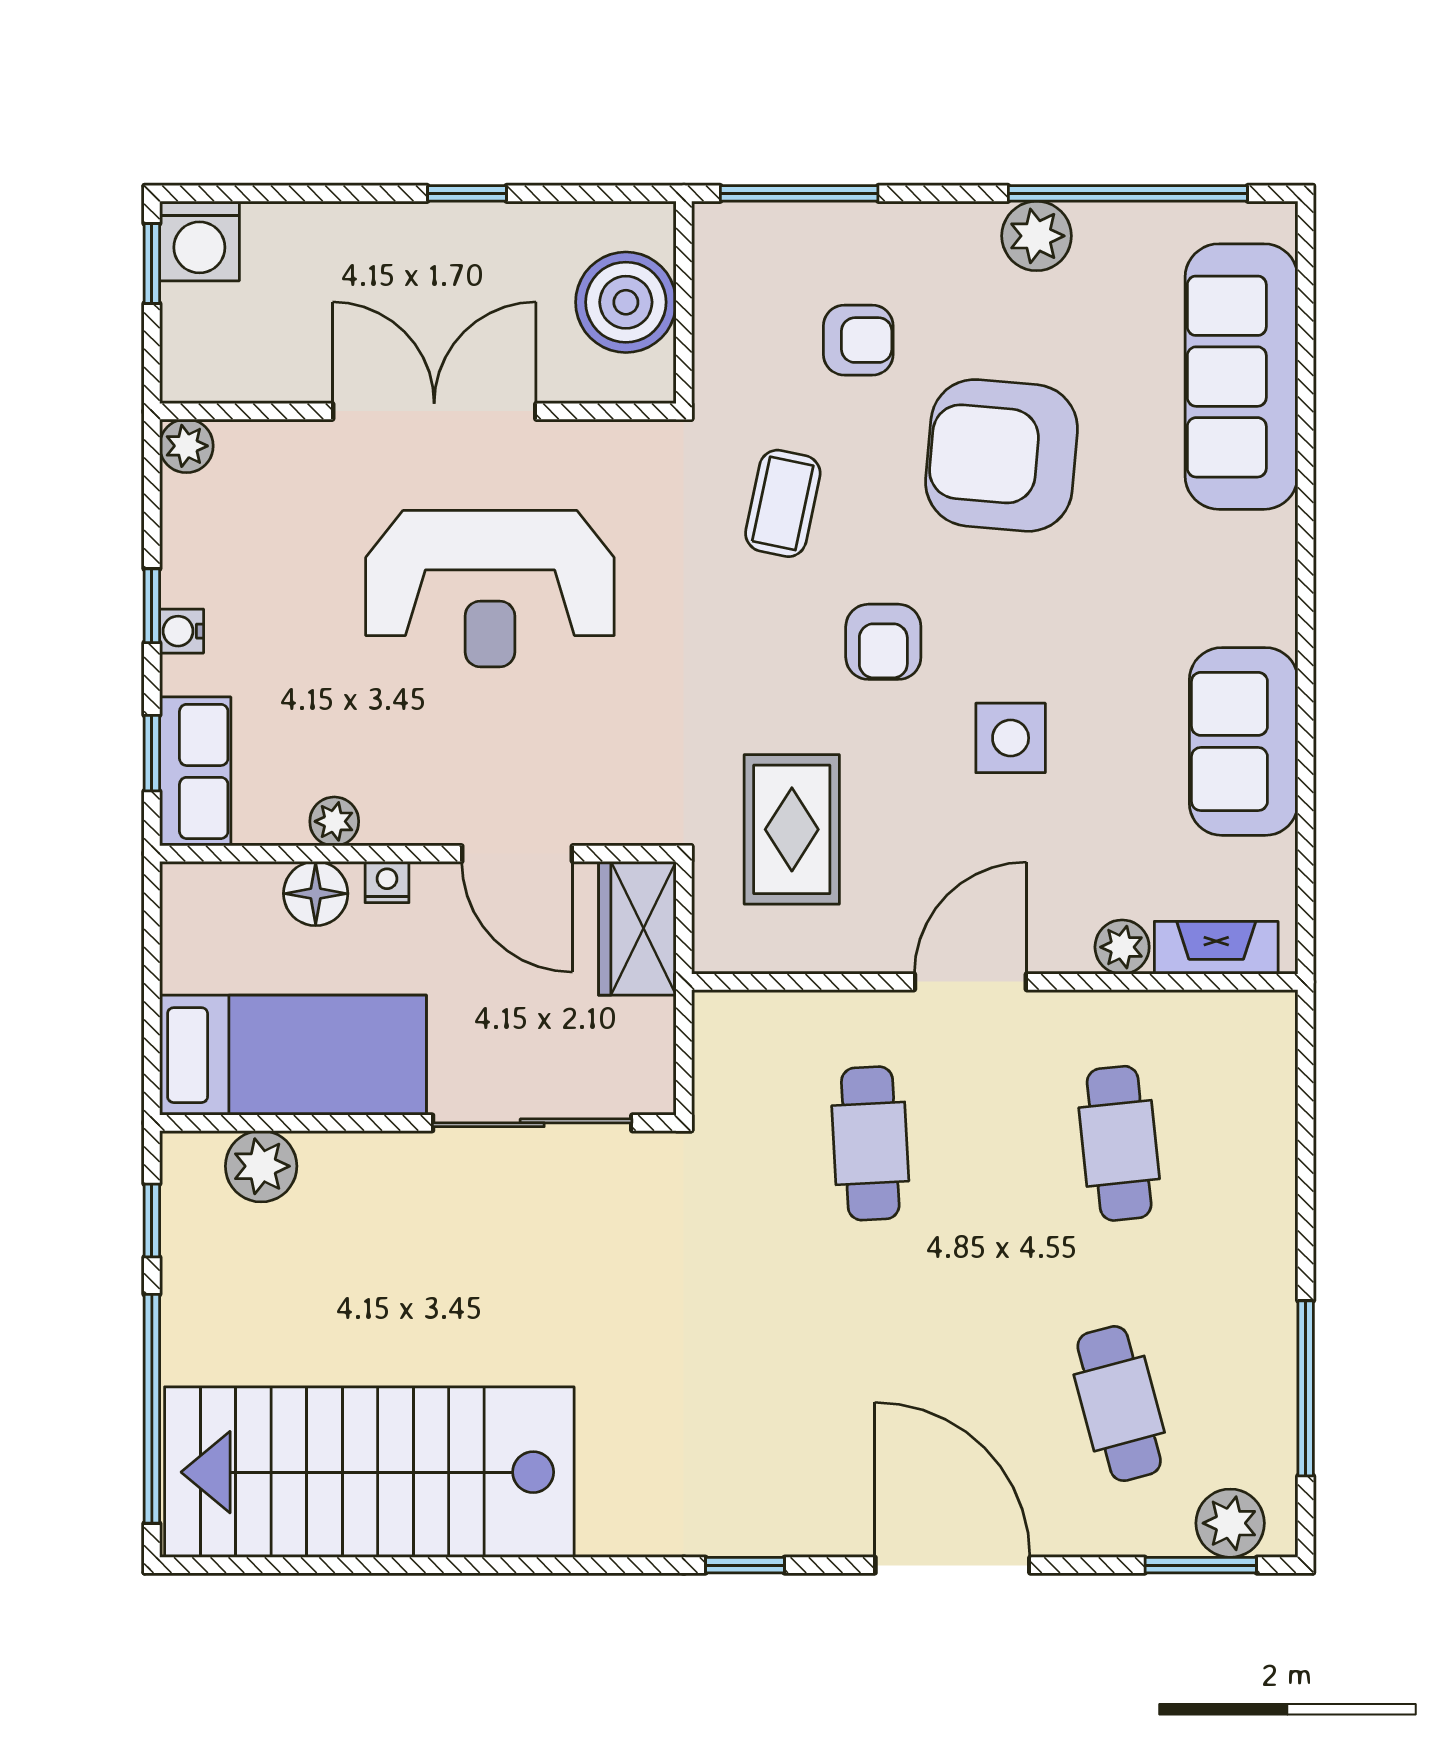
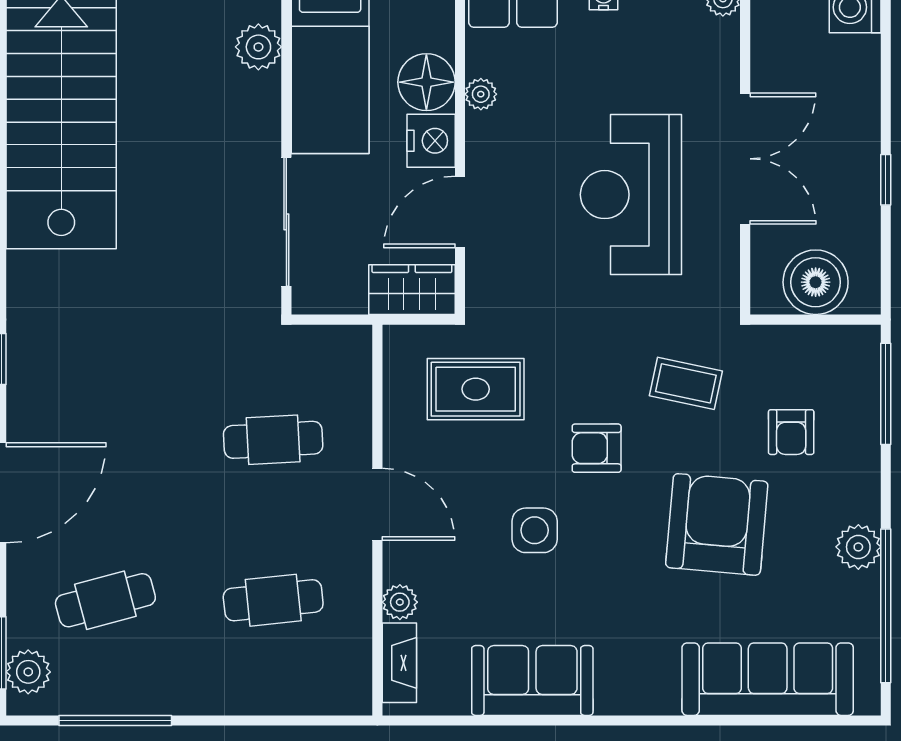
nightstand: (387, 882) -> (431, 141), width x1.89, depth x1.79
floor lamp: (316, 894) -> (426, 82), width x1.38, depth x1.38

